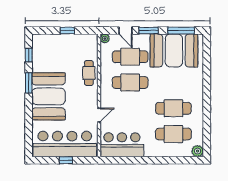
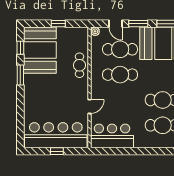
booth: (49, 96) -> (40, 50), moved

